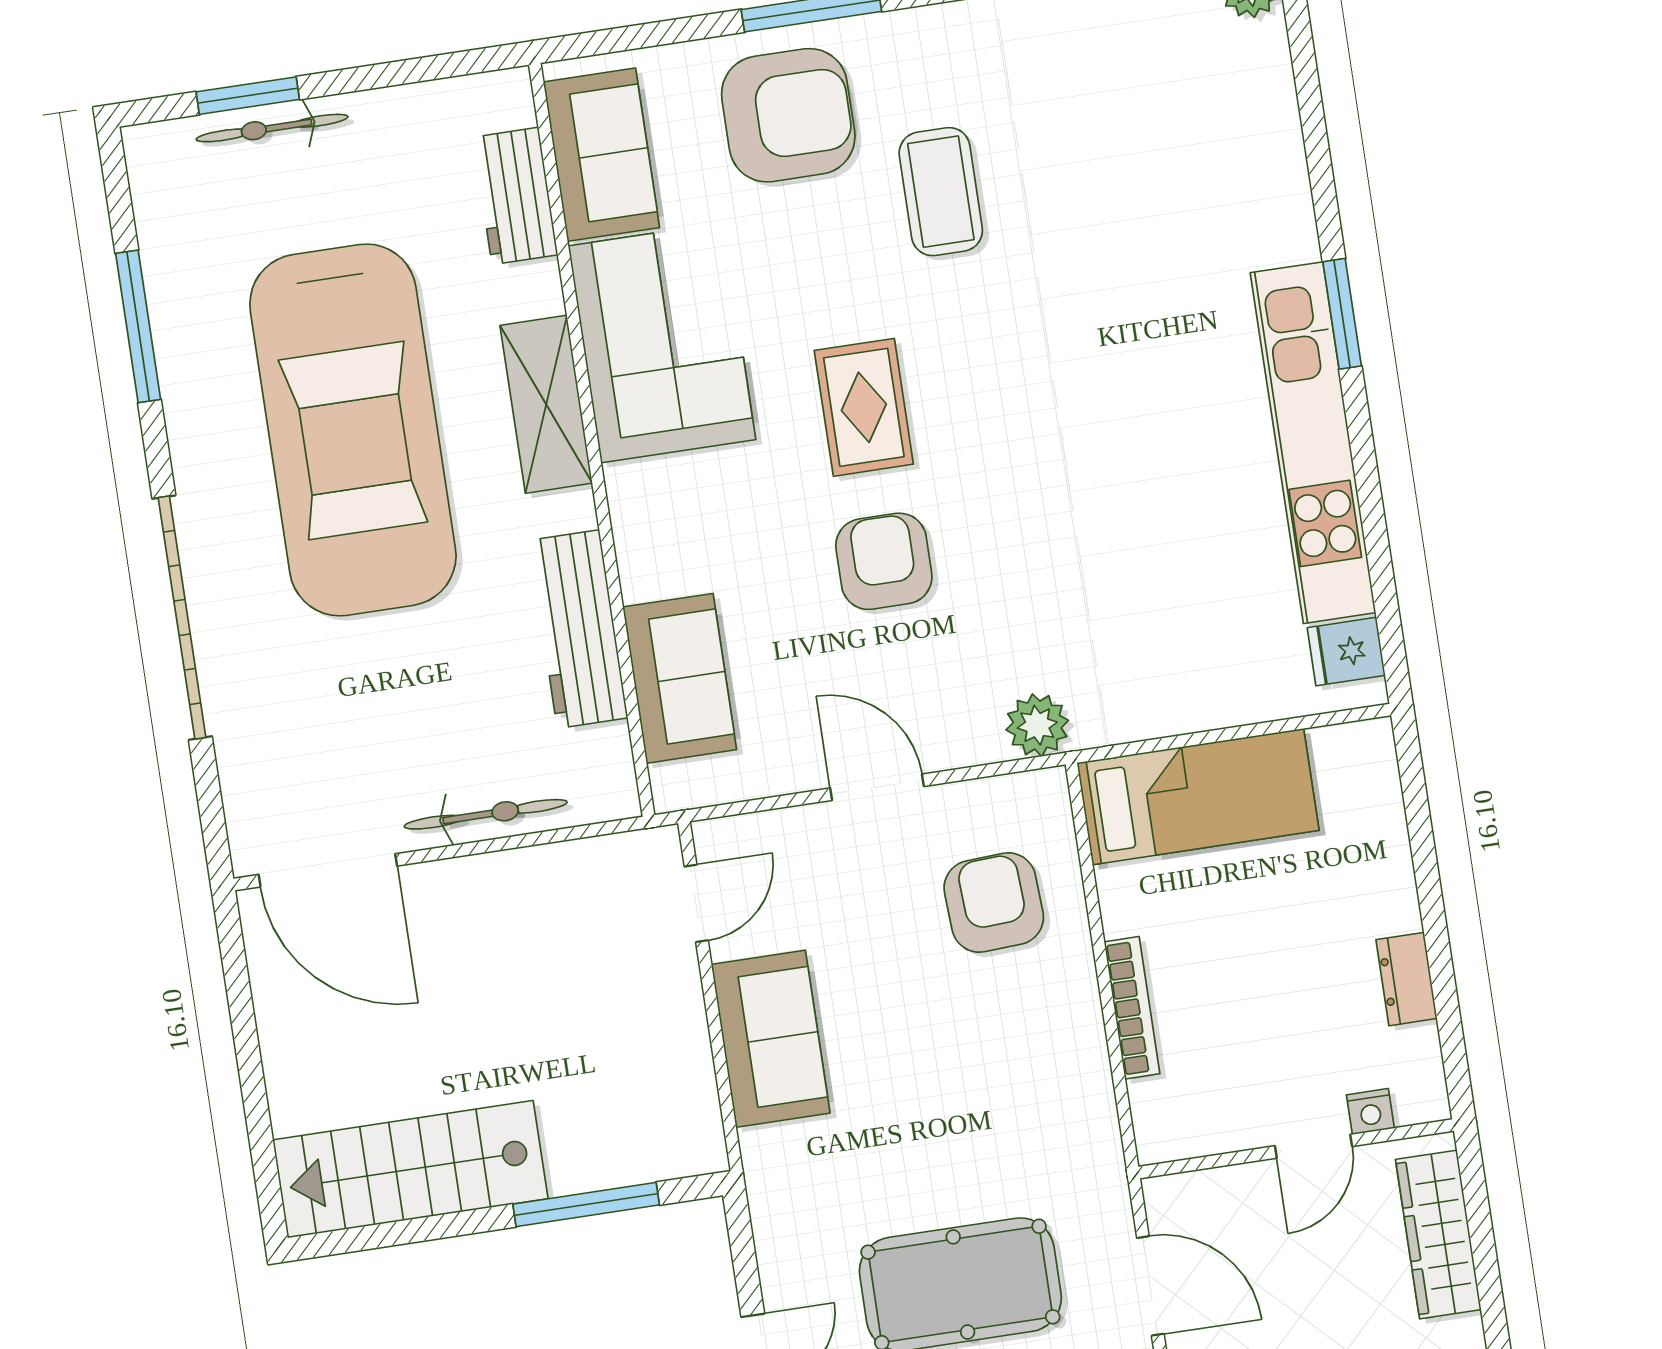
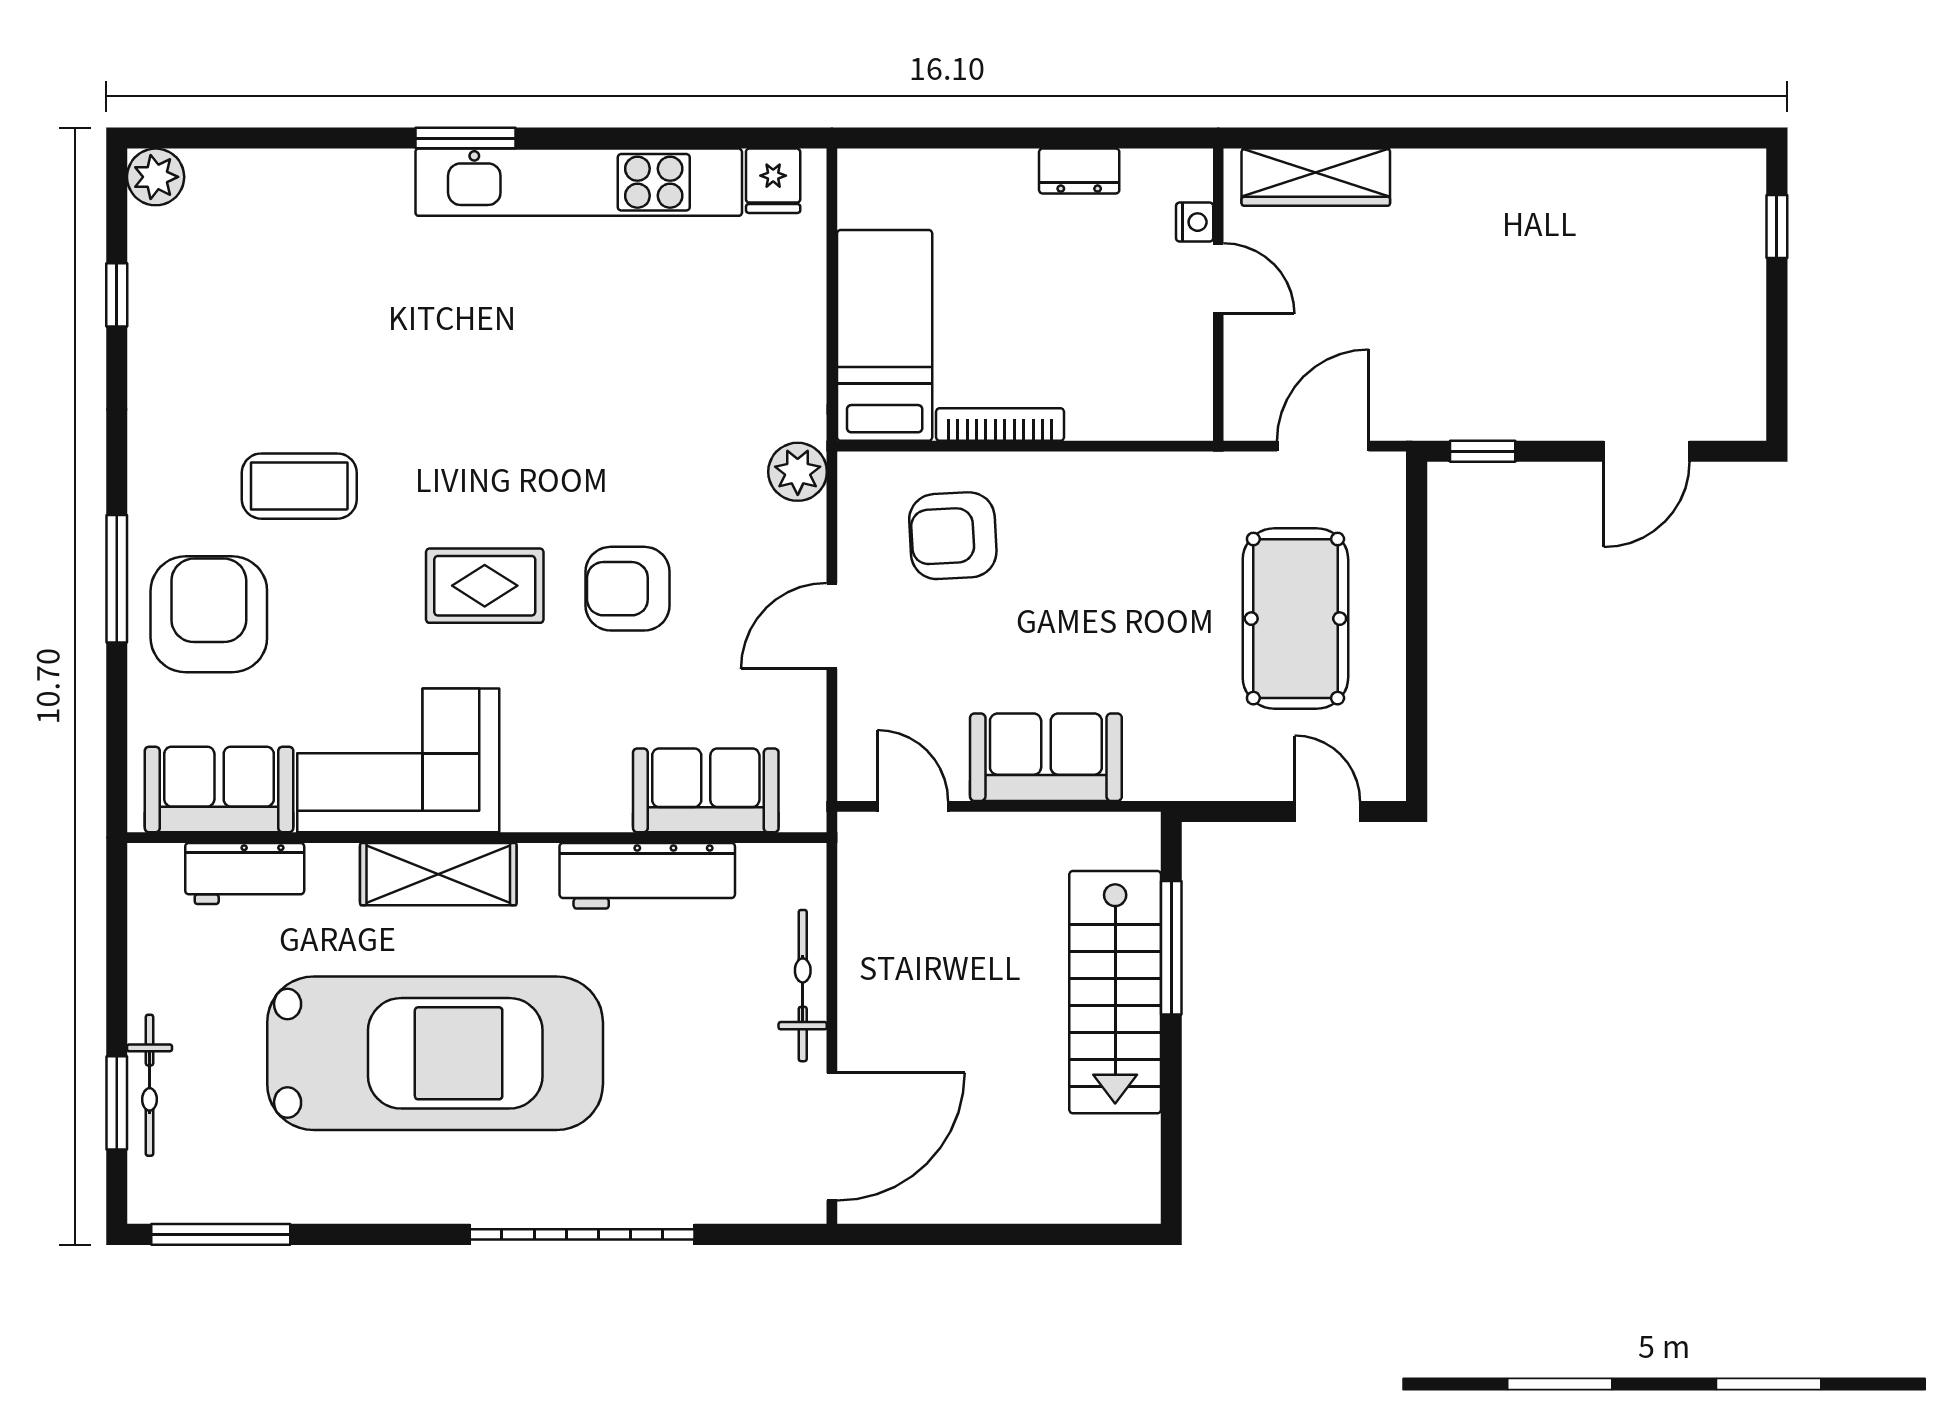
window: (138, 326) -> (221, 1234), moved
bookcase: (1132, 1008) -> (1000, 425), moved
stairs: (410, 1169) -> (1115, 992), moved

